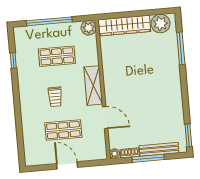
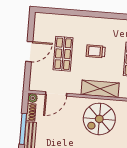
spiral stairs: (125, 81) -> (99, 119), added
door: (105, 118) -> (56, 94), moved

